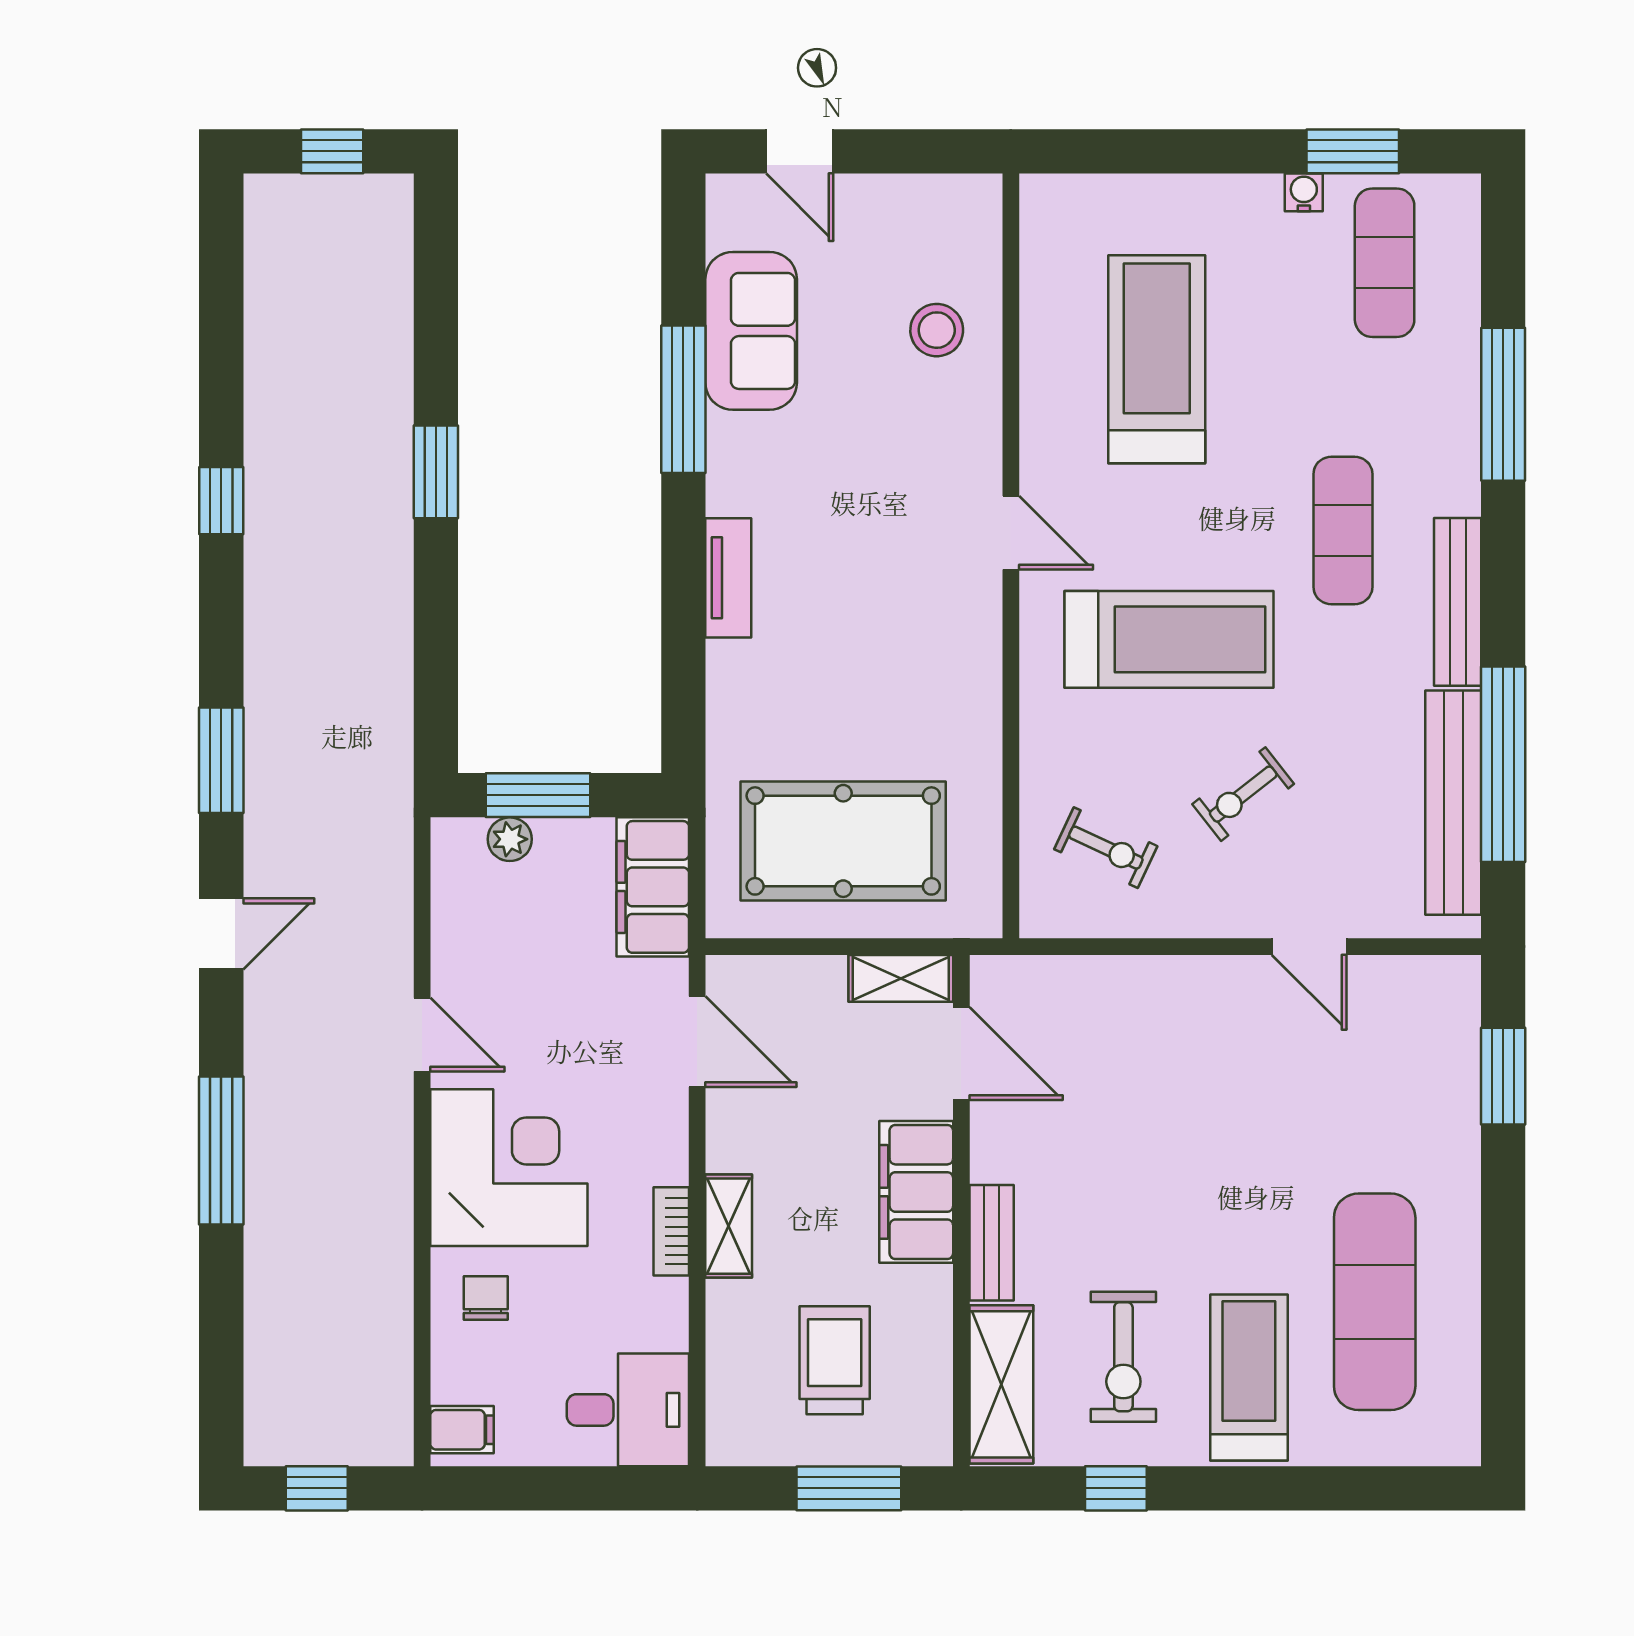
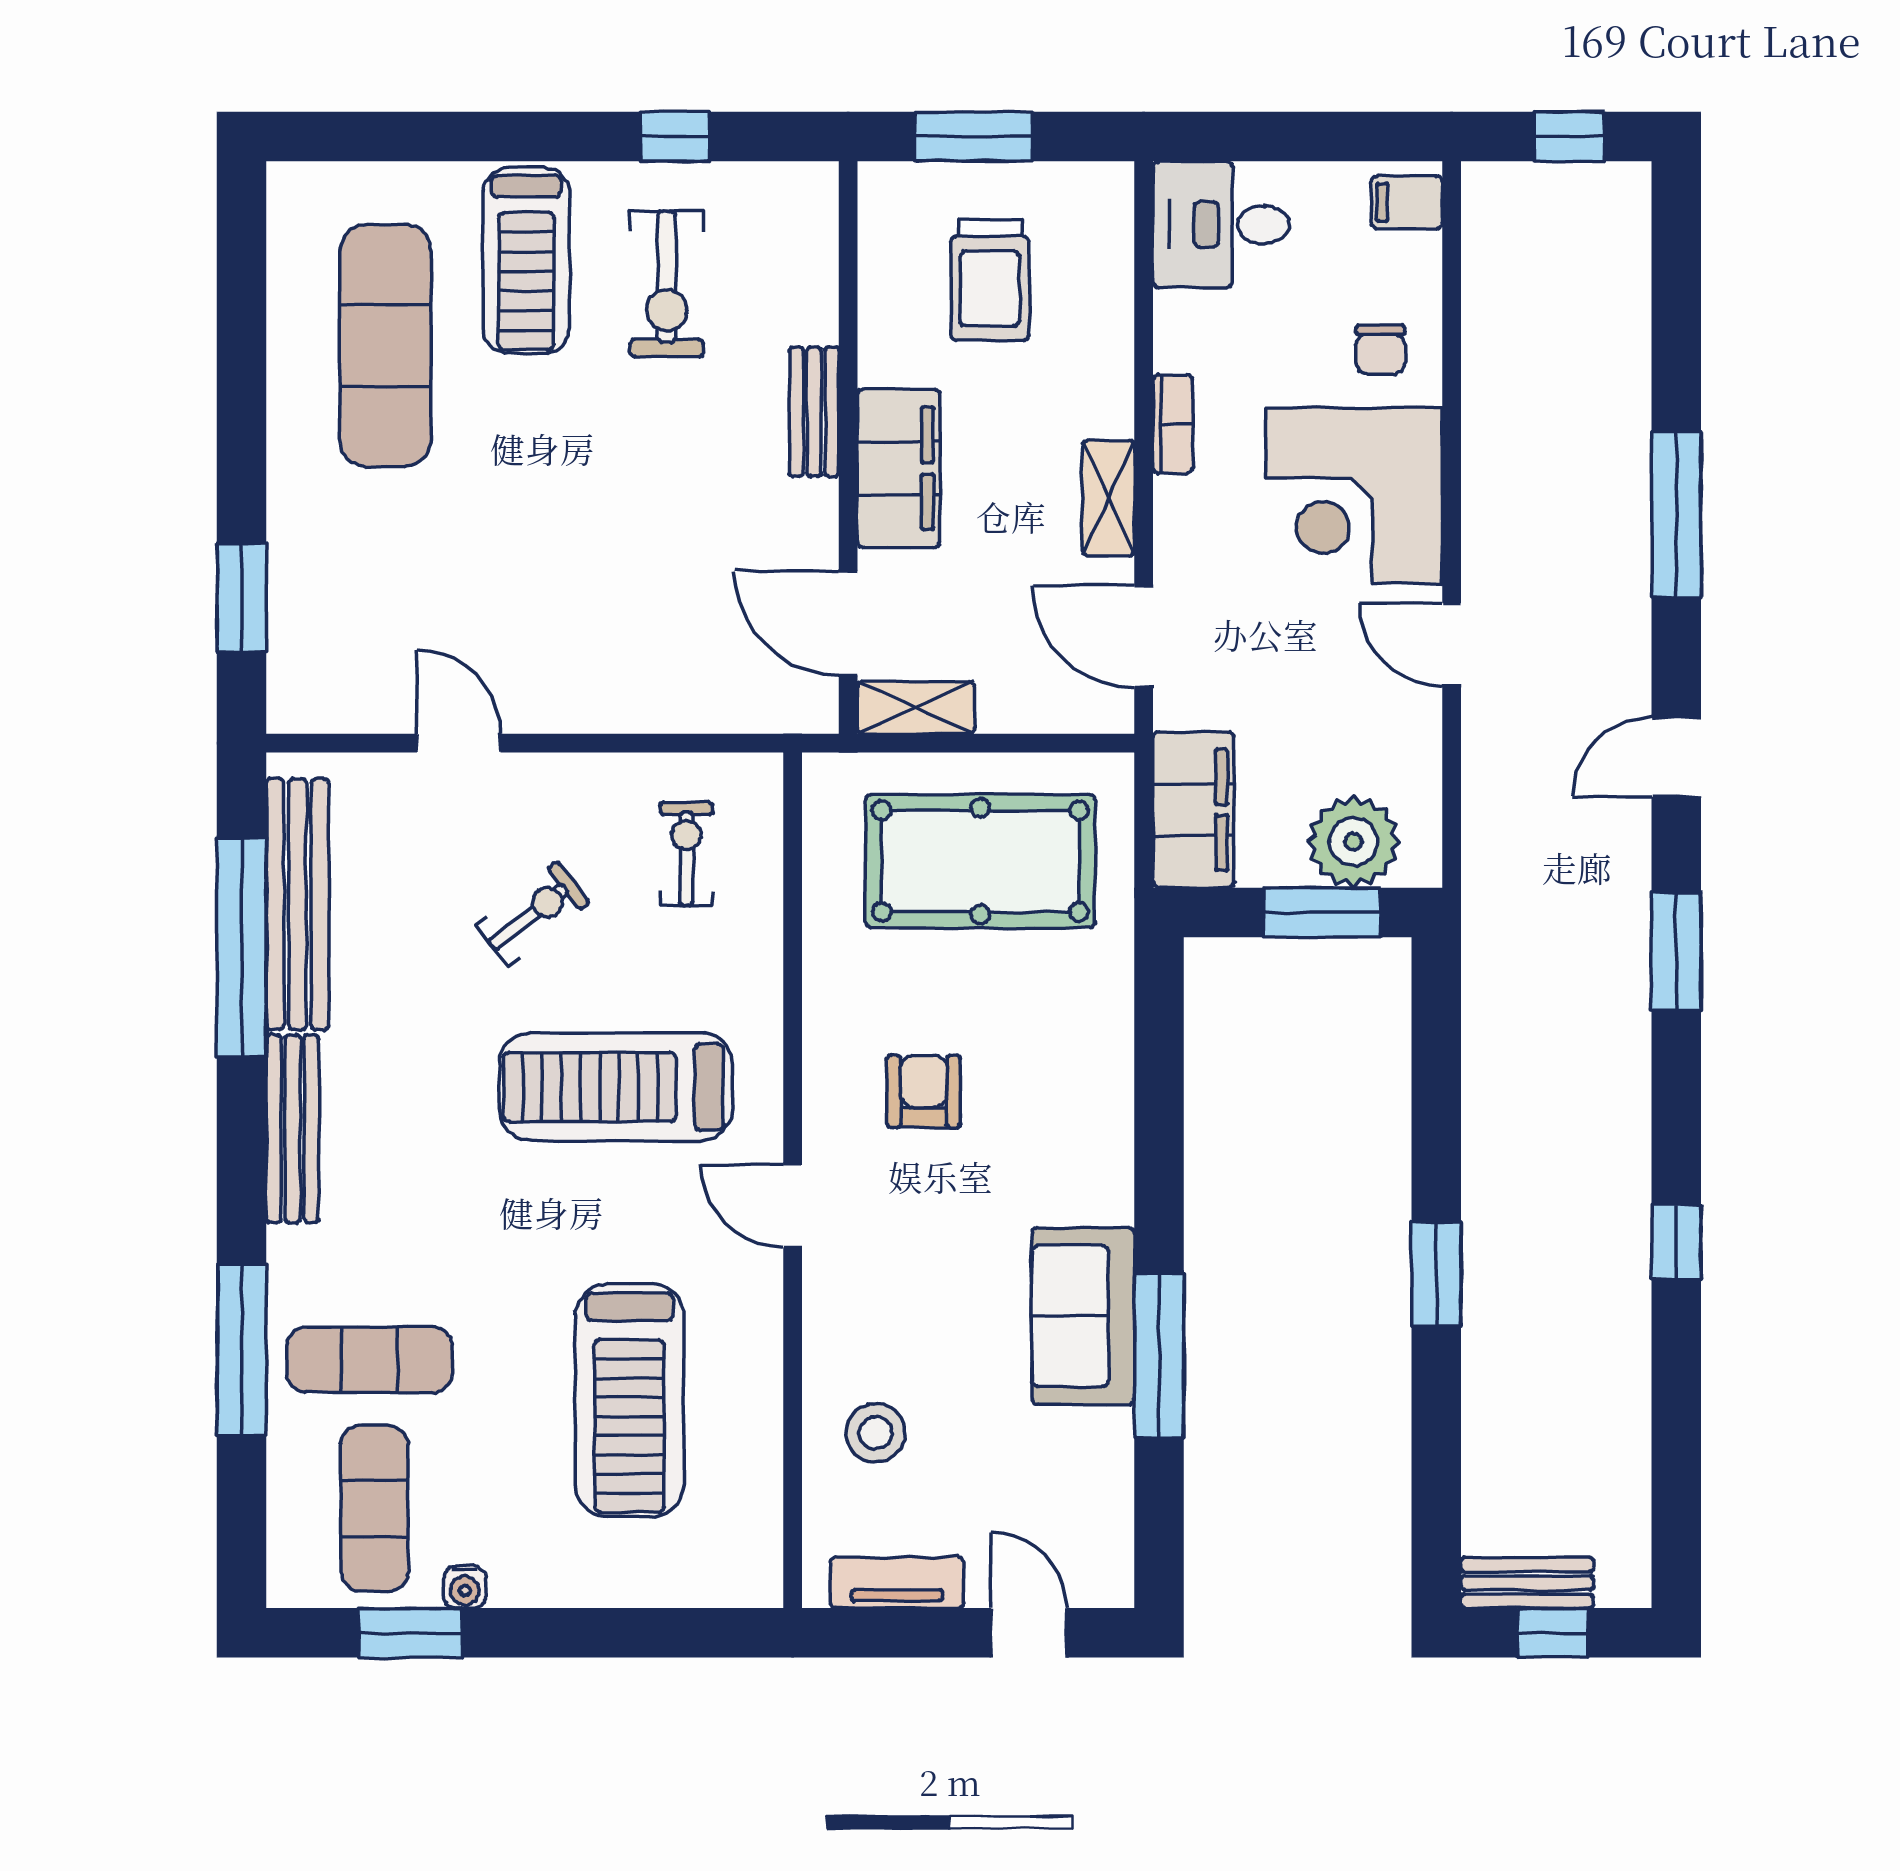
bench: (355, 196) -> (1527, 1583), added
sofa: (751, 331) -> (1083, 1316), moved
exercise mat: (1343, 531) -> (369, 1360), moved, turned 90
tv unit: (728, 578) -> (897, 1583), moved, turned 90
armchair: (894, 635) -> (924, 1091), added
plant: (510, 839) -> (1354, 842), width x1.87, depth x1.87
exercise bike: (1106, 848) -> (686, 854), turned 65
shelving: (729, 1226) -> (1108, 498), moved
exercise bike: (1123, 1357) -> (667, 284), turned 180
shelving: (1001, 1384) -> (803, 253), removed

